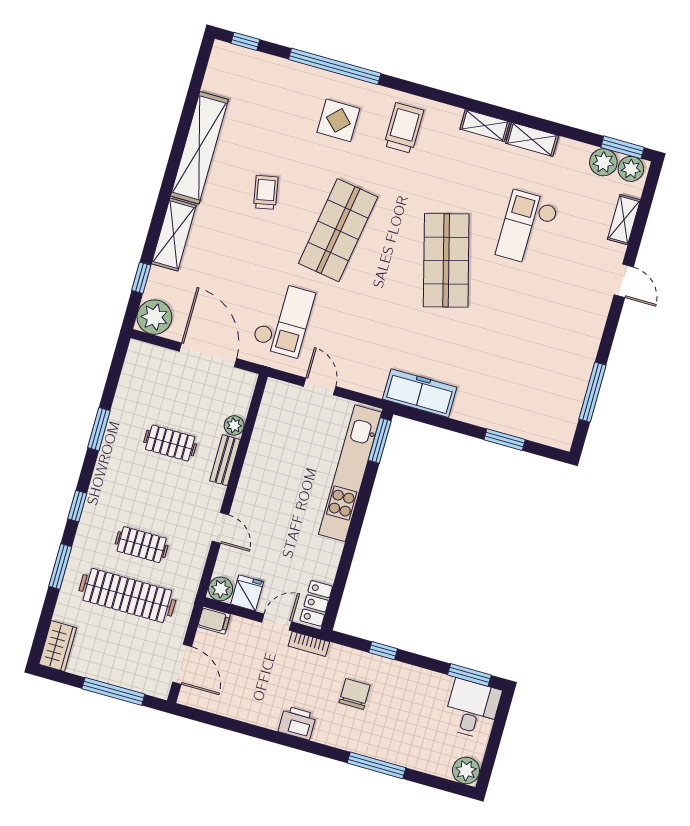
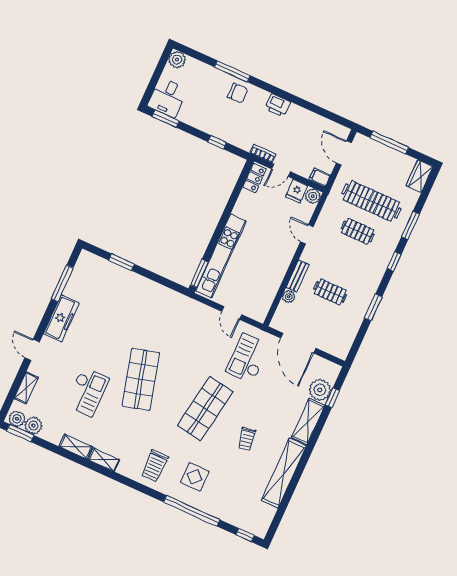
plant: (154, 317) -> (320, 390), moved
freezer: (420, 393) -> (61, 318), moved, turned -90
chair: (355, 694) -> (238, 93), moved, turned -90

